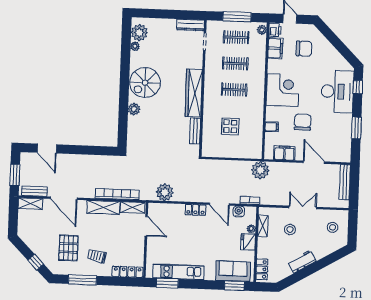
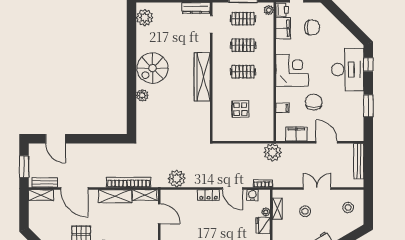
plant: (135, 46) -> (141, 32), removed
bench: (195, 131) -> (205, 115), removed

